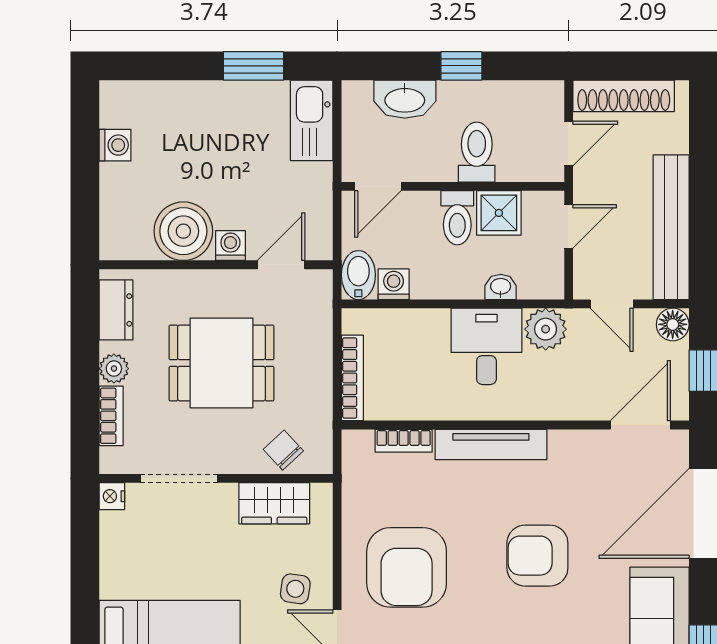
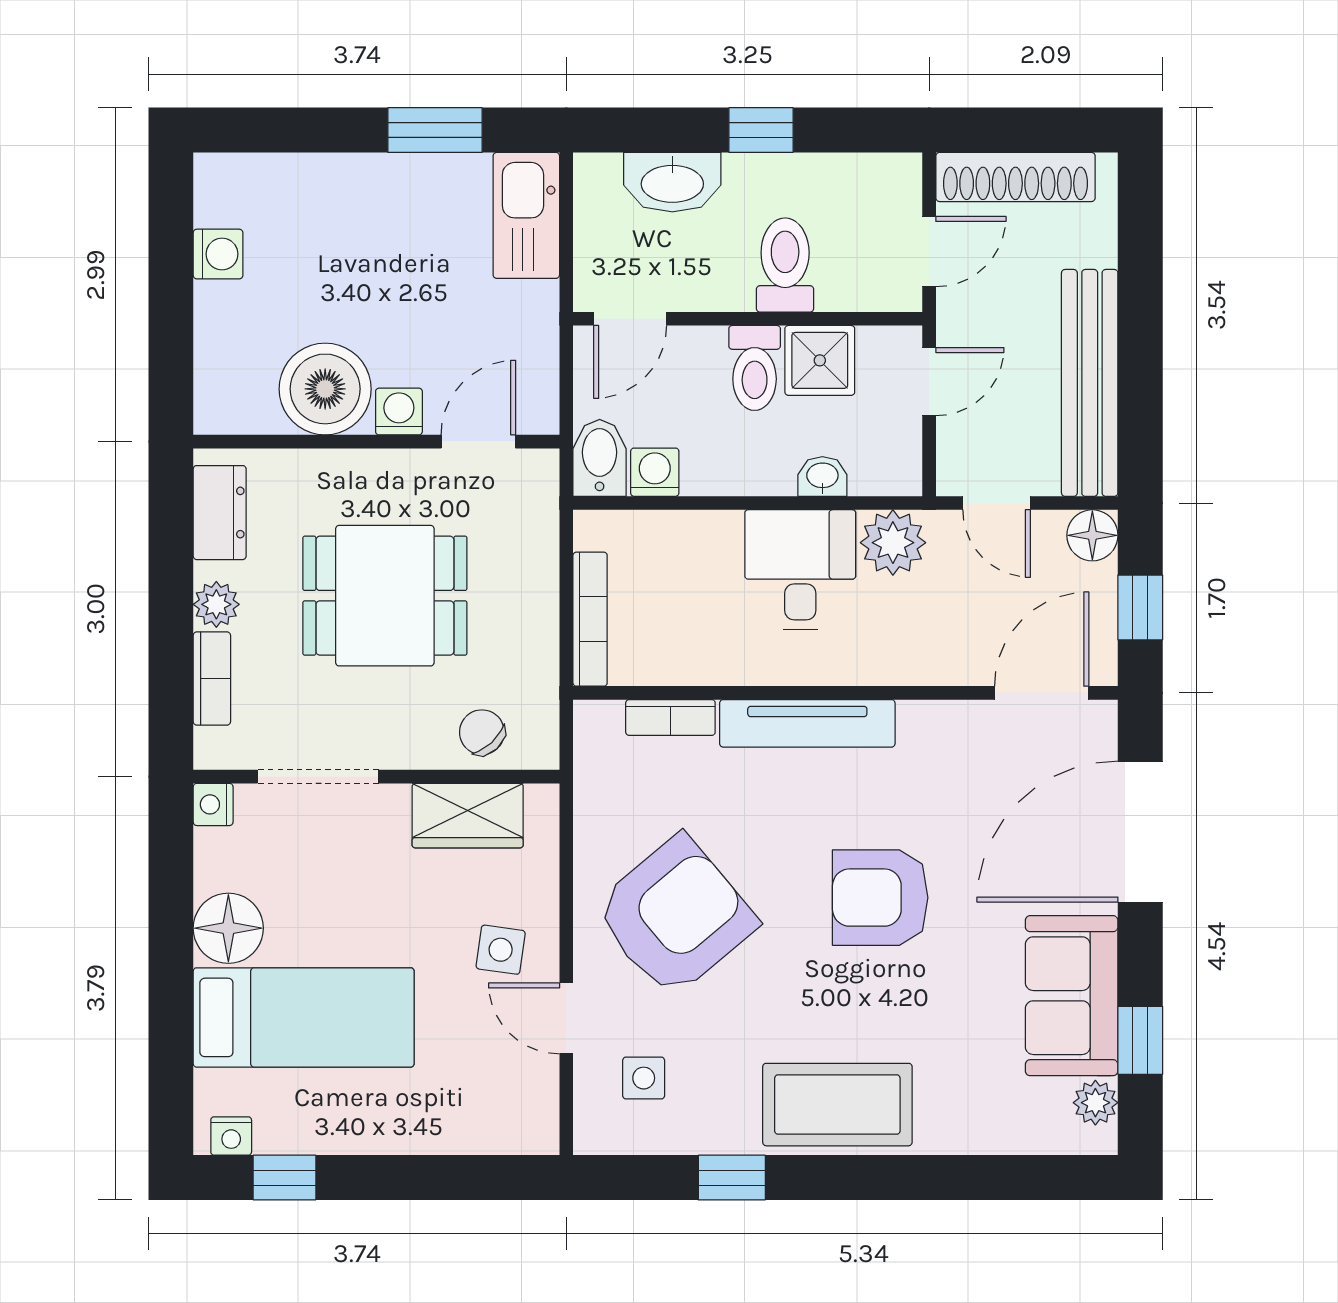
armchair: (407, 567) -> (675, 916), turned -130
floor lamp: (122, 575) -> (228, 928), added

